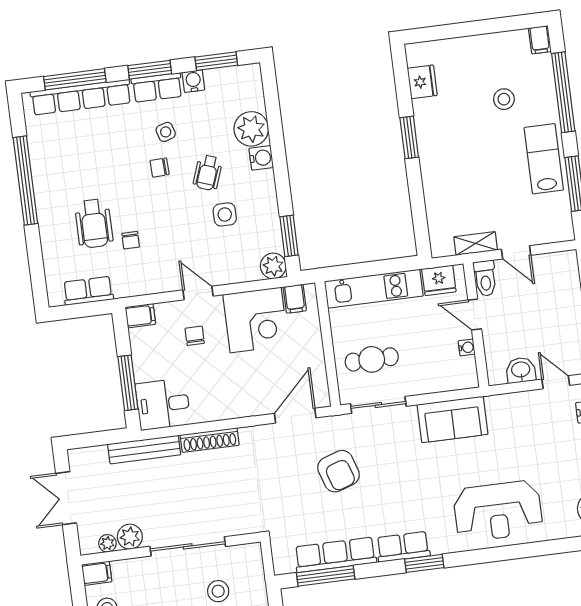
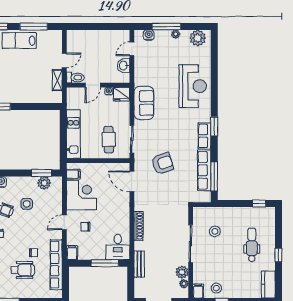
plant: (273, 266) -> (44, 183), moved
fridge: (439, 280) -> (121, 94), moved, turned 90
row of seats: (88, 291) -> (56, 265), width x2.02
bench: (144, 449) -> (139, 264), width x0.73

